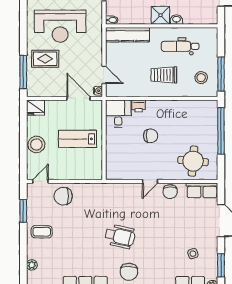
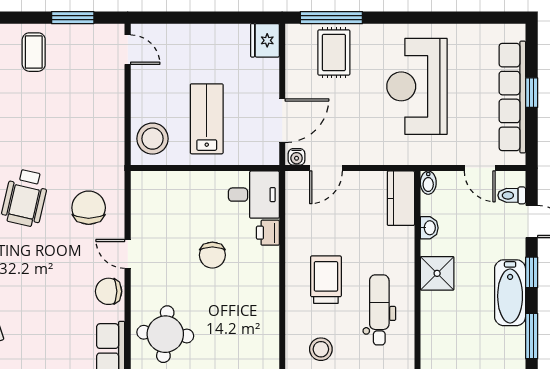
washbasin: (176, 19) -> (429, 228), moved
kitchen counter: (127, 35) -> (401, 198), width x0.67
rug: (45, 59) -> (334, 53), moved
stool: (36, 144) -> (153, 139), moved
chair: (63, 196) -> (89, 208), moved

